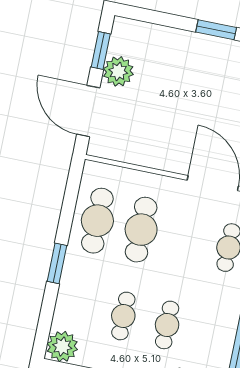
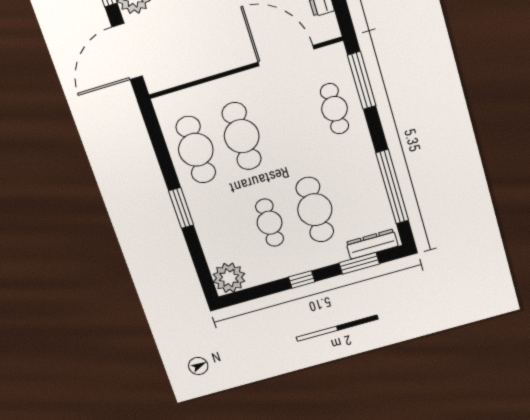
door: (88, 111) -> (127, 52), hinge flipped
cafe table: (167, 325) -> (315, 210), width x1.37, depth x1.35

